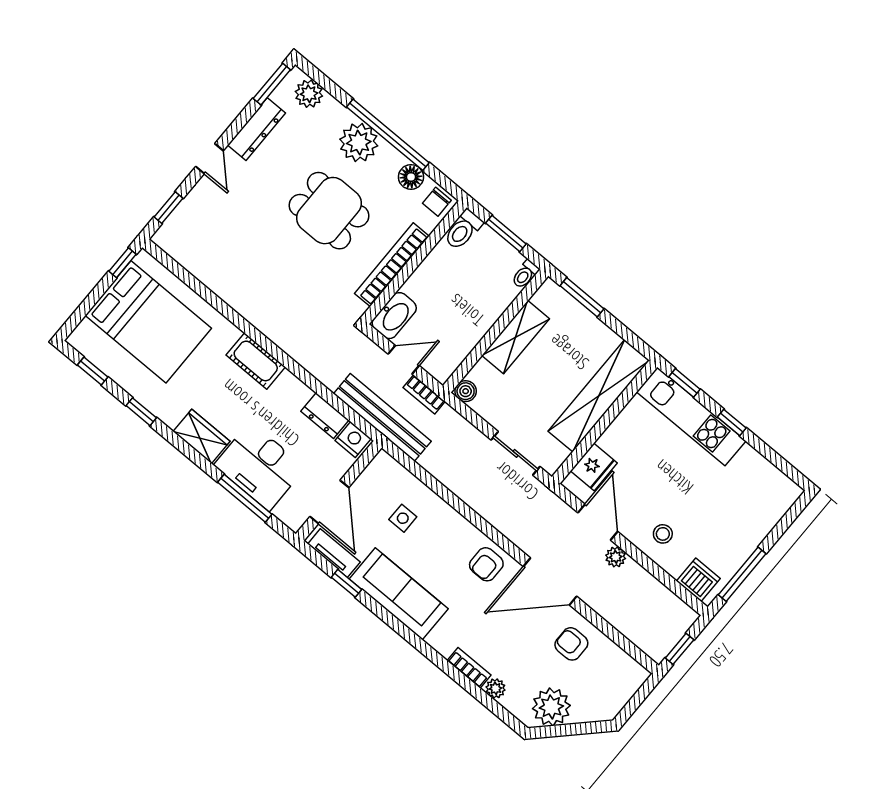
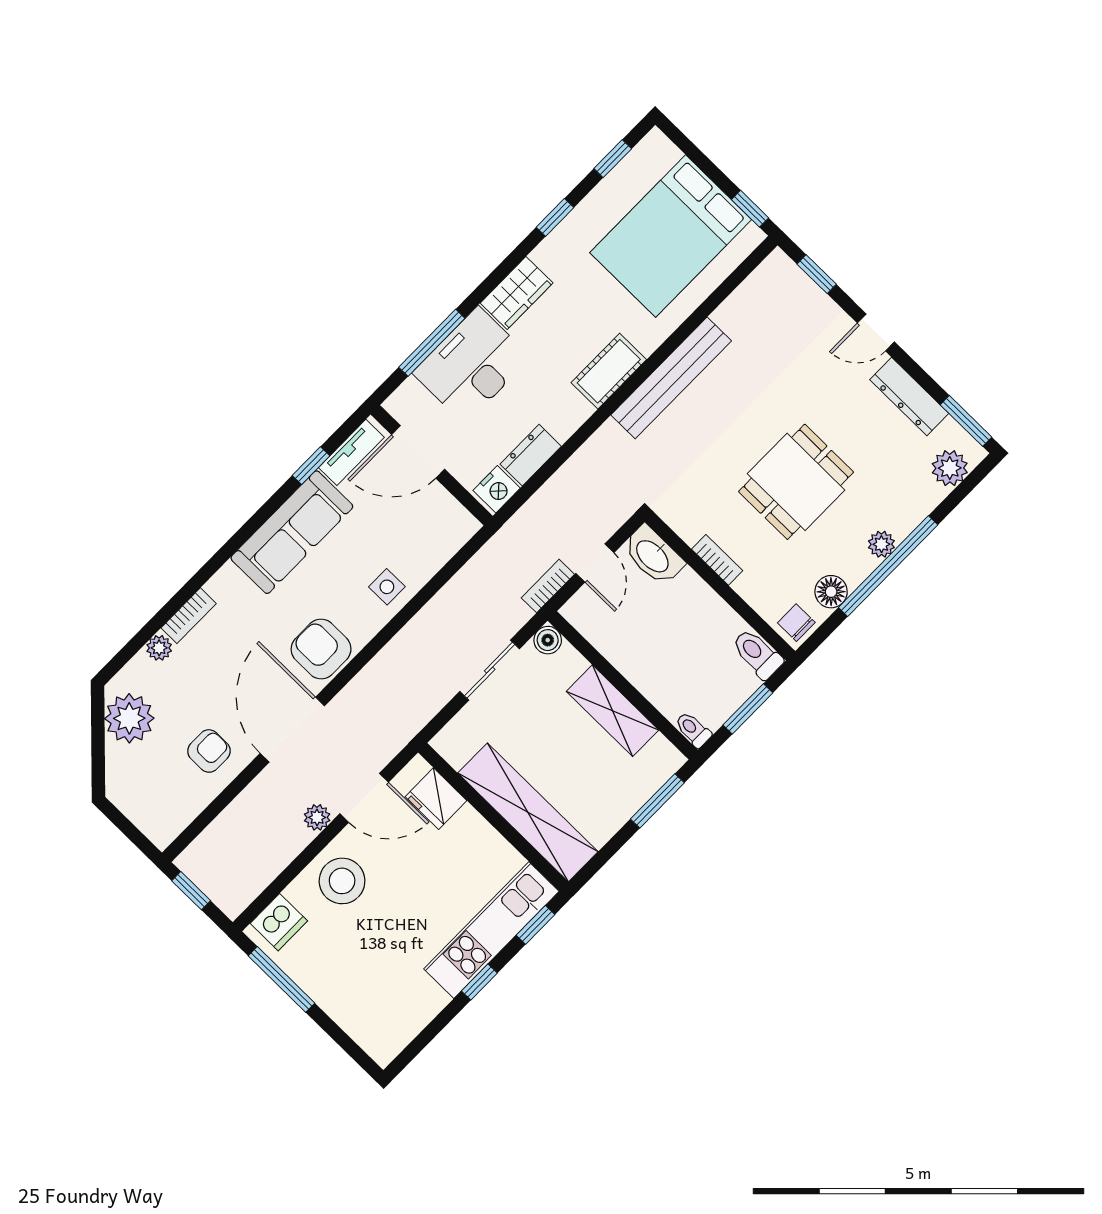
plant: (359, 142) -> (881, 544), width x0.53, depth x0.53
bookcase: (392, 265) -> (717, 560), width x0.43, depth x0.76
bench: (382, 417) -> (671, 378), moved
sliding door: (516, 453) -> (490, 670), moved
side table: (403, 518) -> (387, 587), moved
stool: (663, 534) -> (342, 881), width x1.89, depth x1.89
armchair: (486, 564) -> (321, 649), width x1.38, depth x1.38

